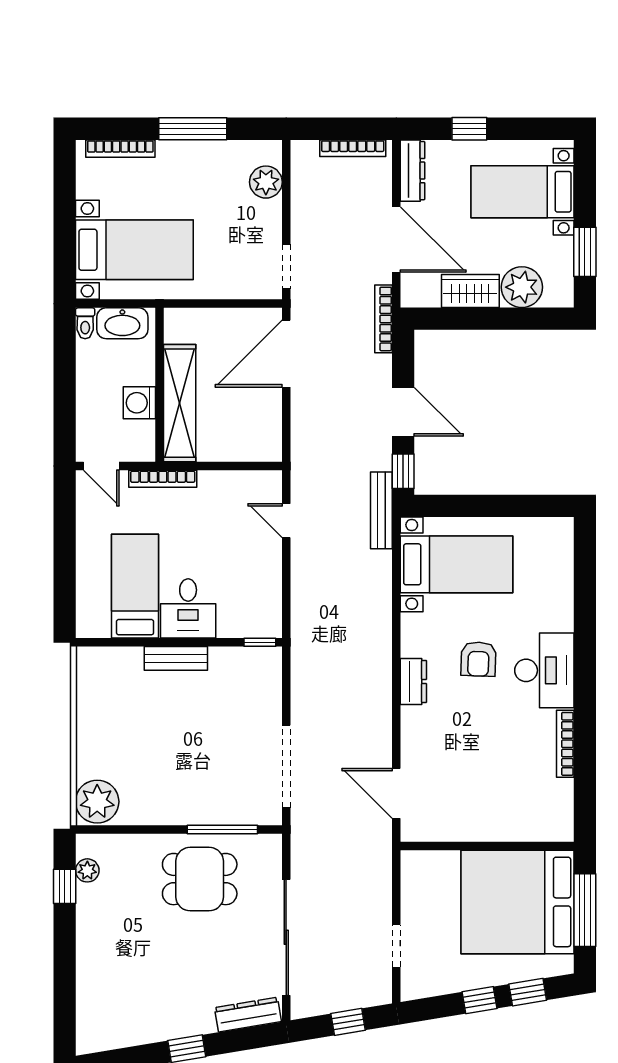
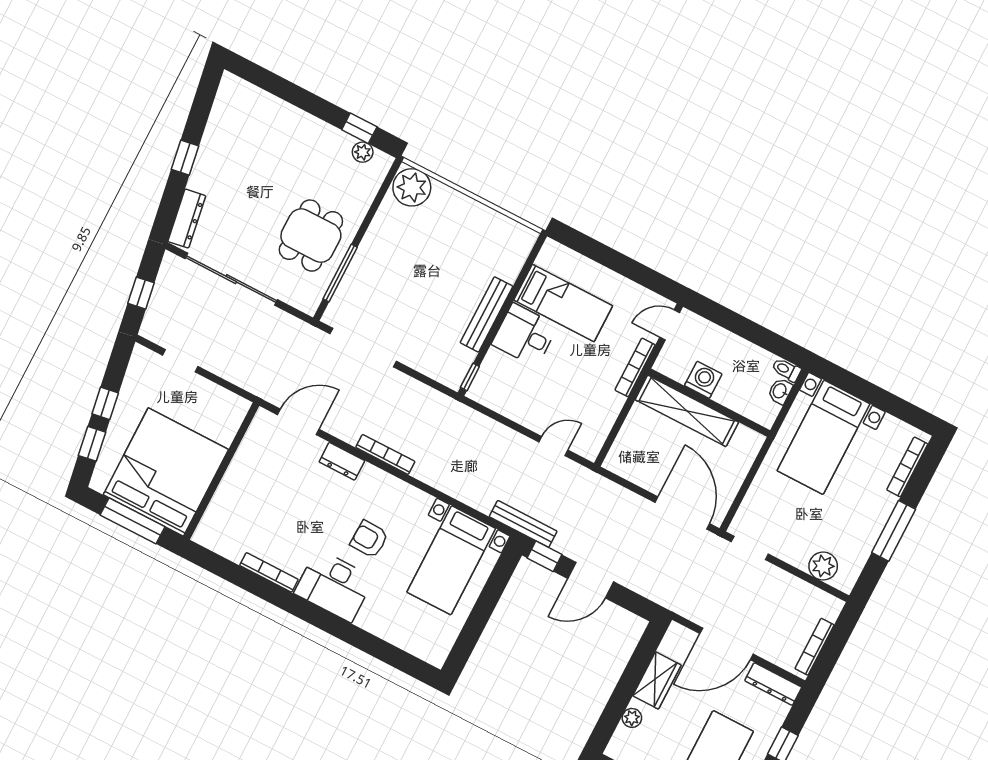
plant: (522, 287) -> (632, 718), width x0.53, depth x0.53
bookcase: (384, 319) -> (385, 454), moved
washbasin: (122, 323) -> (780, 391), width x0.52, depth x0.69
bench: (176, 658) -> (486, 314), width x1.36
dresser: (413, 681) -> (342, 461), moved

